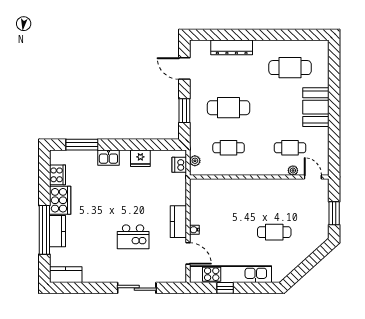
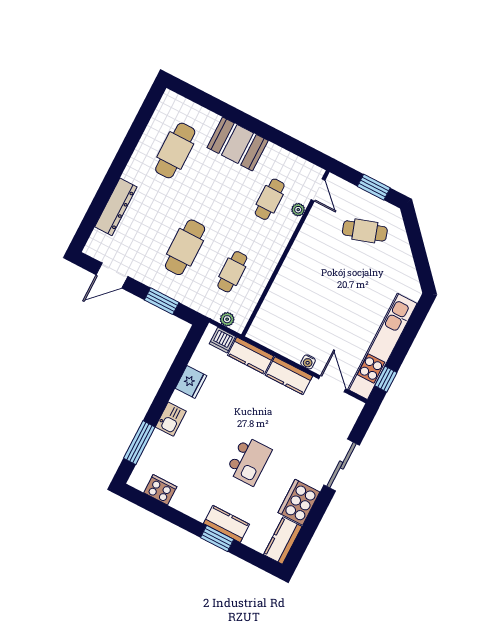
door: (313, 177) -> (318, 190), swing flipped
kitchen counter: (179, 189) -> (251, 356), added
cooker: (60, 200) -> (299, 502), moved, turned -90
window: (44, 230) -> (217, 539), width x0.47
cafe table: (274, 232) -> (365, 231), moved, turned 72
kitchen island: (133, 237) -> (249, 461), moved
door: (188, 253) -> (332, 384), hinge flipped
window: (225, 288) -> (386, 379), moved

